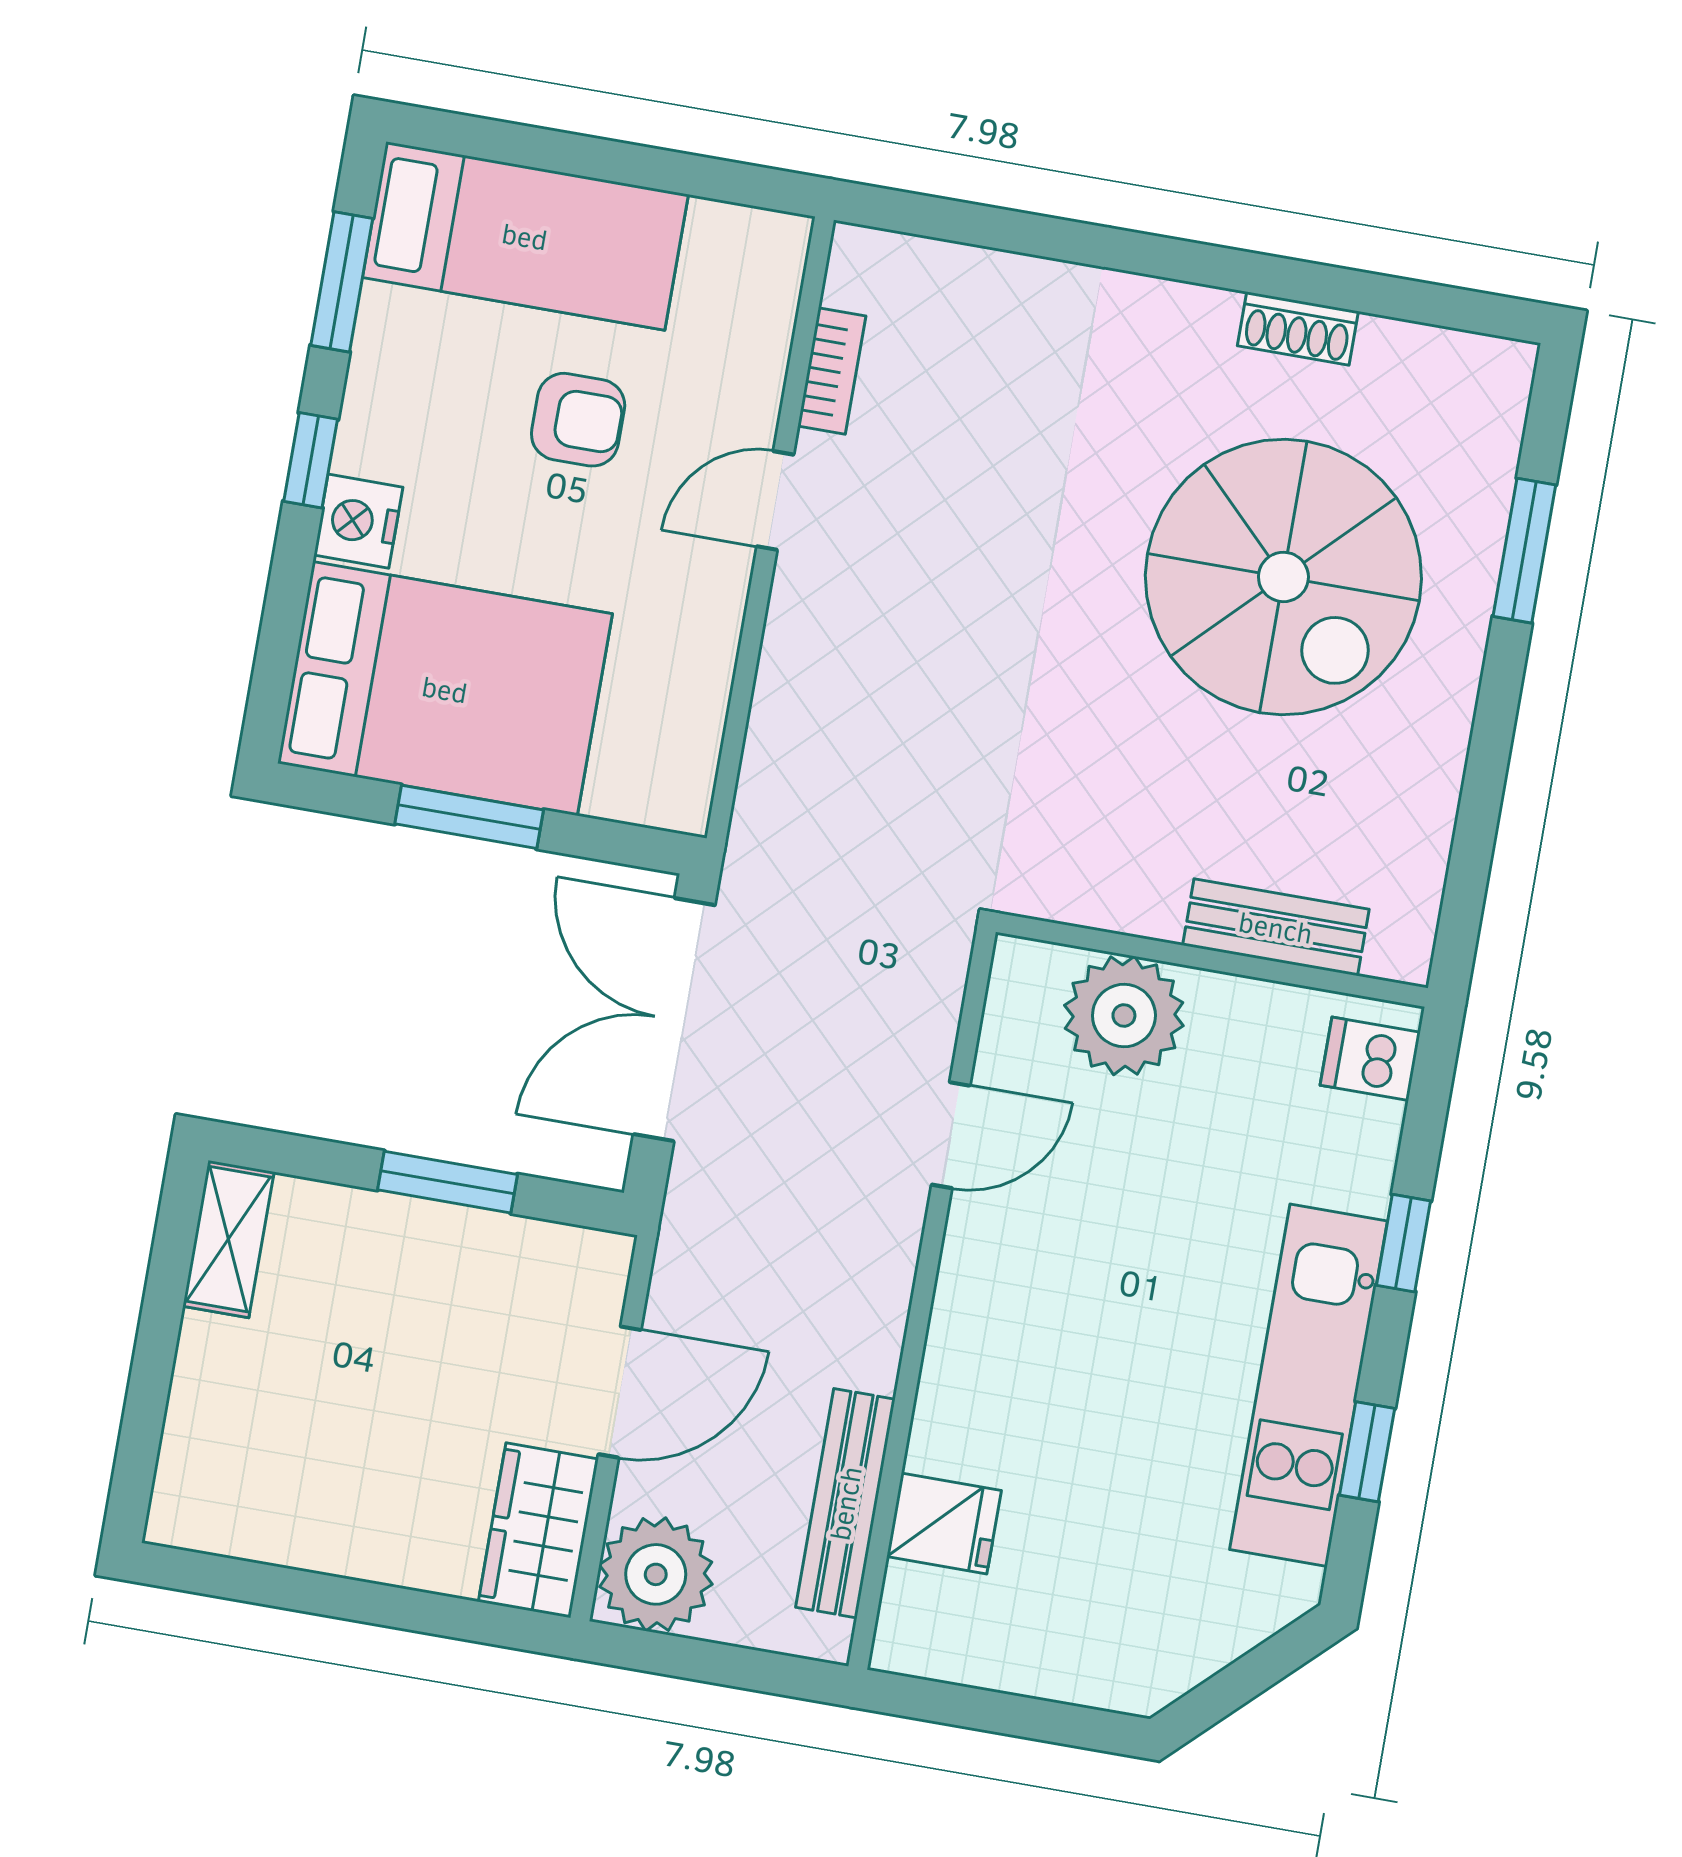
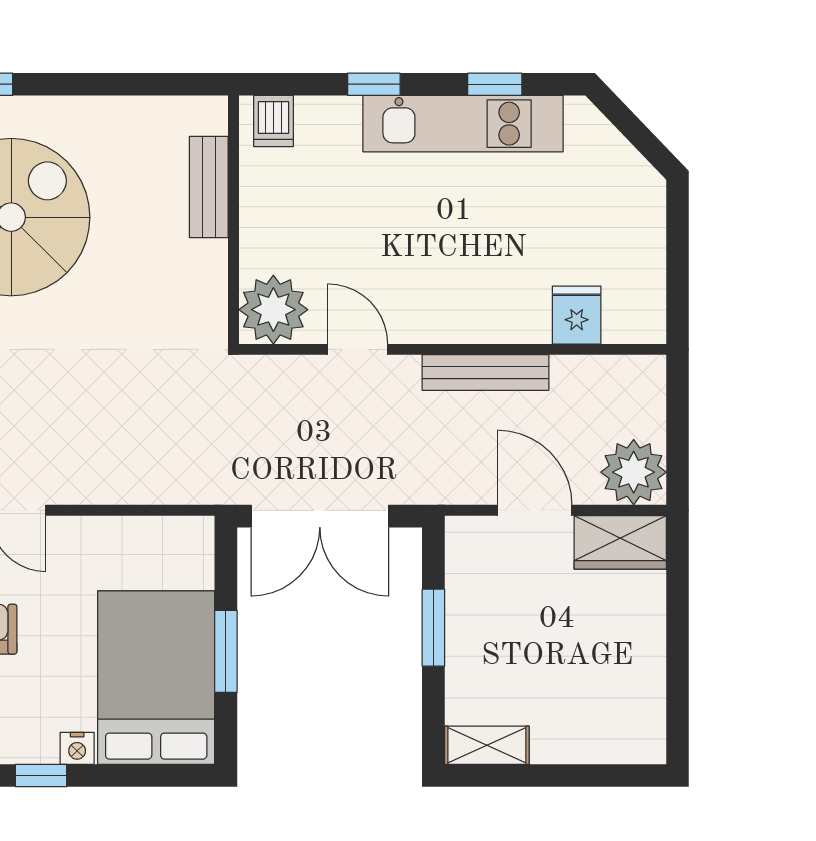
nightstand: (358, 521) -> (77, 748), width x0.72, depth x0.74
plant: (1124, 1016) -> (273, 310), moved
bench: (845, 1503) -> (485, 373), moved

